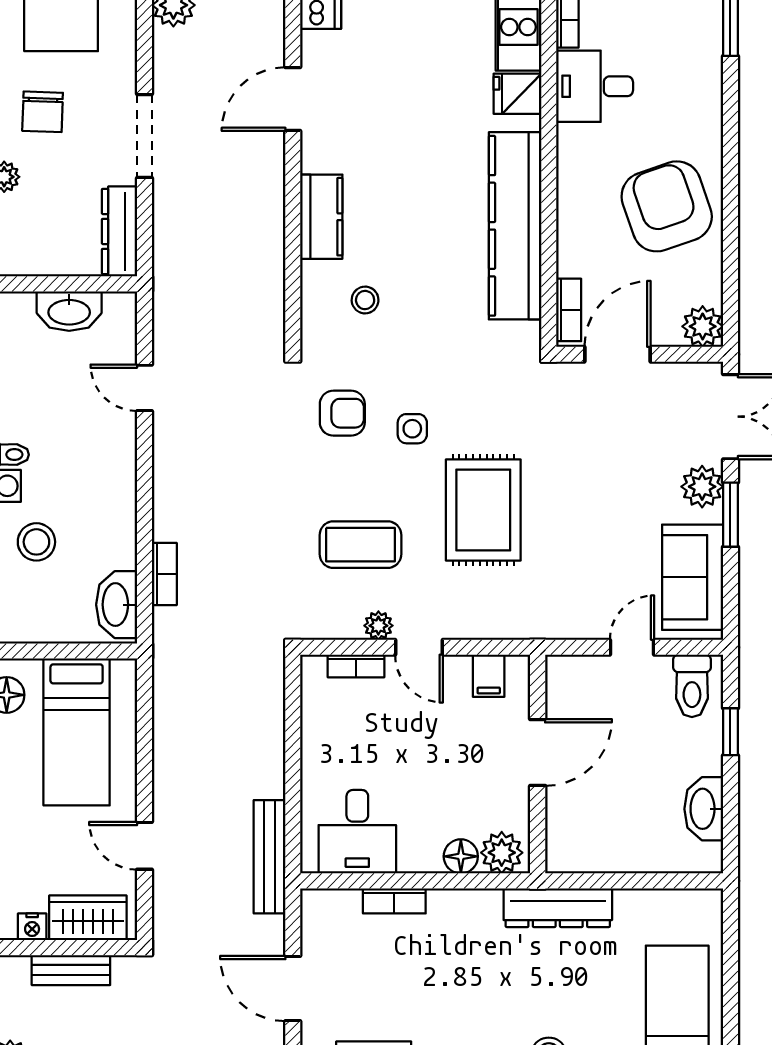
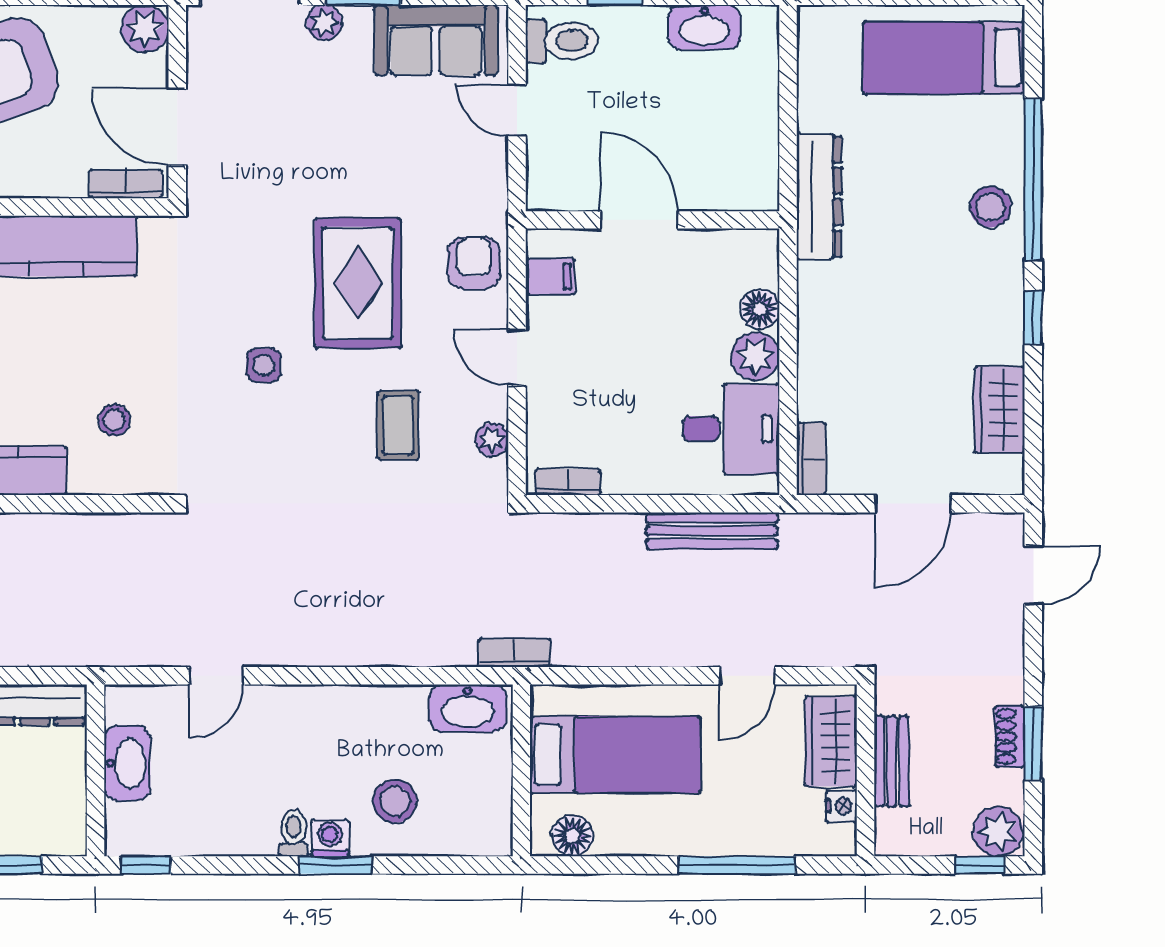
armchair: (342, 413) -> (474, 263), moved
plant: (702, 487) -> (324, 22), width x0.73, depth x0.73
rug: (483, 510) -> (358, 283), turned 90
coffee table: (360, 545) -> (398, 425), width x0.73, depth x0.77
bookcase: (164, 574) -> (514, 653), moved
plant: (378, 626) -> (492, 440), moved
door: (419, 647) -> (517, 357), swing flipped
bookcase: (356, 666) -> (568, 482), moved, turned -90
plant: (502, 853) -> (755, 356), moved
bench: (270, 857) -> (712, 531), moved
bookcase: (394, 901) -> (811, 459), moved

